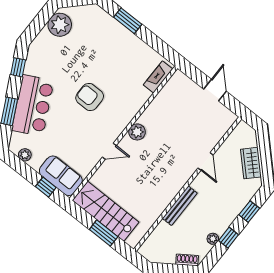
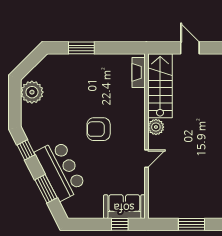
plant: (25, 155) -> (84, 212), removed
stairs: (106, 211) -> (160, 86), moved, turned 90

